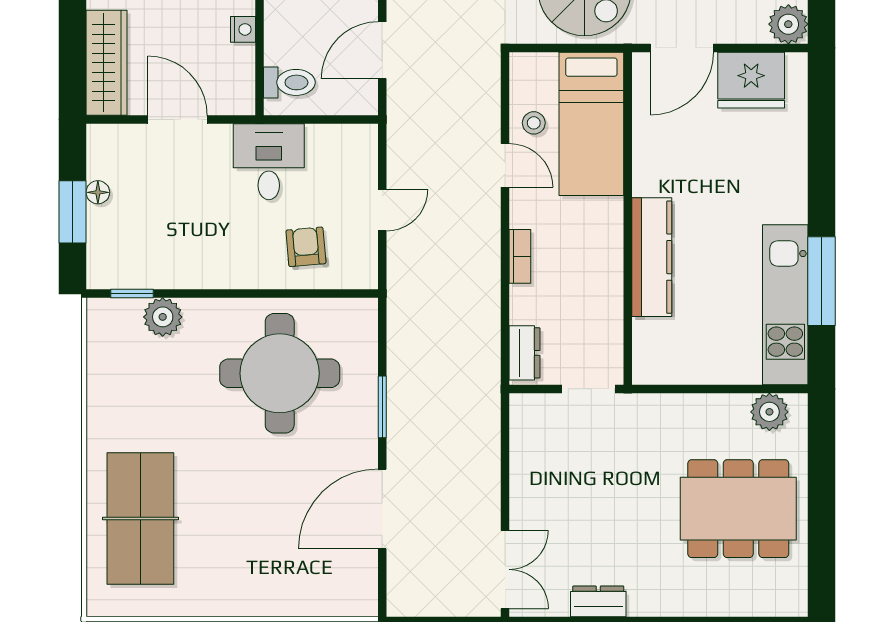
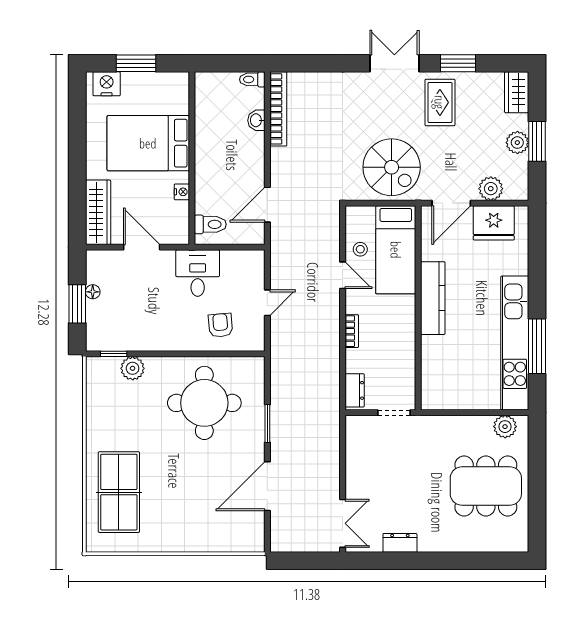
plant: (788, 24) -> (491, 189), moved
kitchen counter: (652, 257) -> (433, 298), moved
kitchen unit: (785, 305) -> (515, 343), width x1.36

